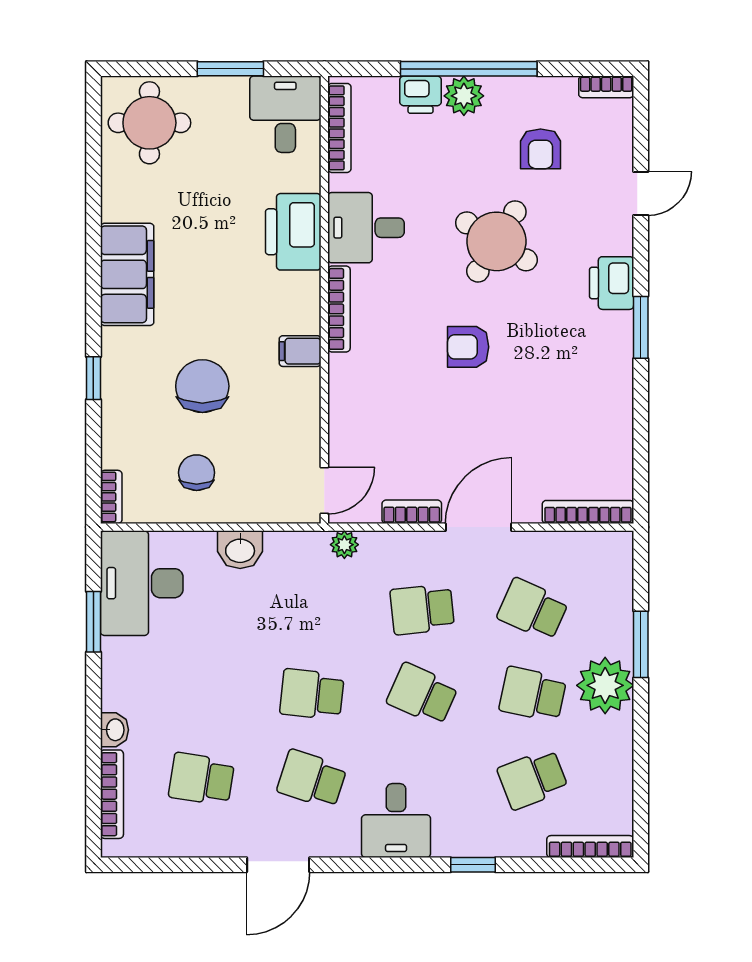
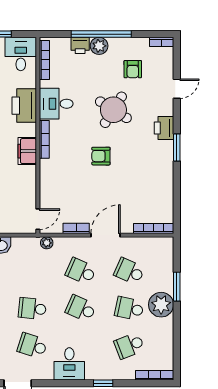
filing cabinet: (300, 351) -> (27, 151), width x2.00
school desk: (422, 609) -> (81, 271), turned 30

